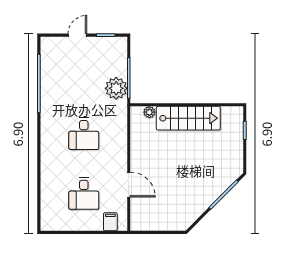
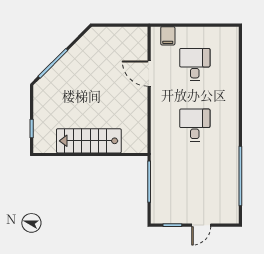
plant: (116, 88) -> (162, 171), removed
plant: (149, 112) -> (128, 147), removed

